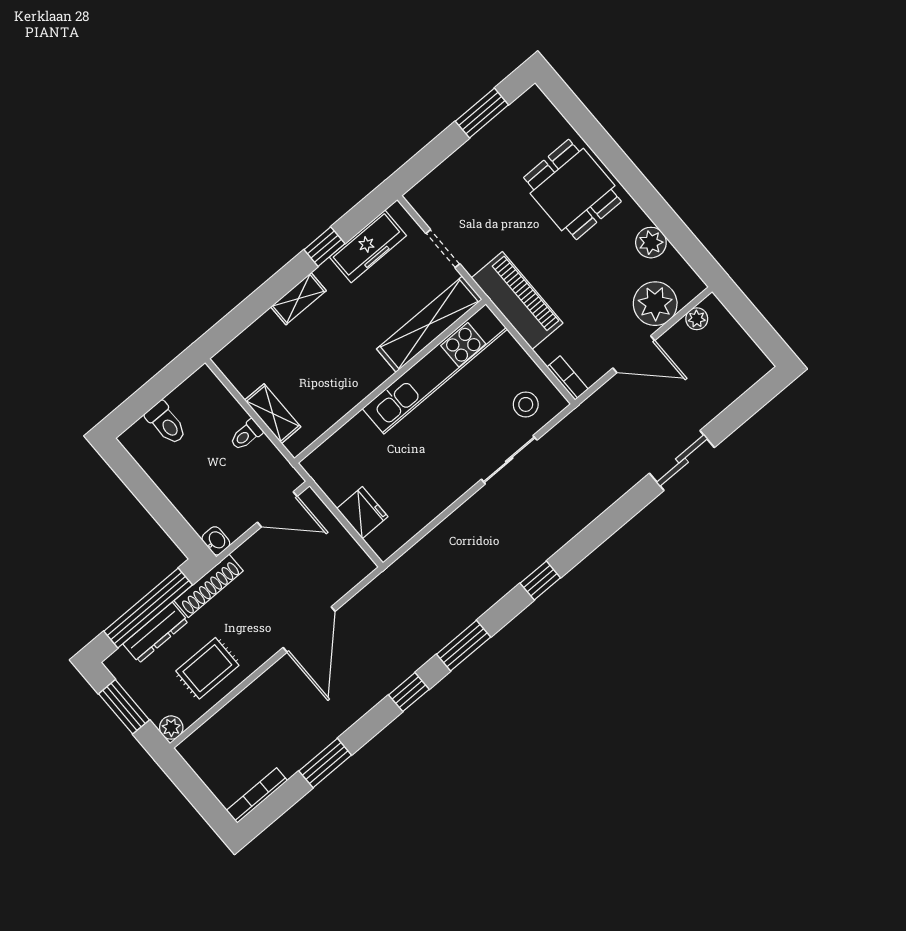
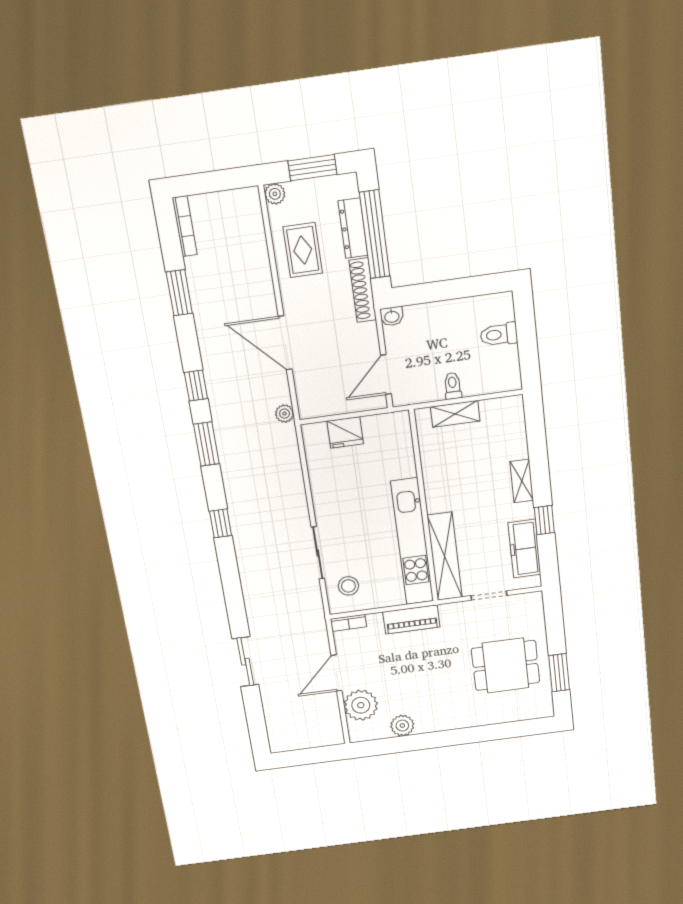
dining table: (572, 189) -> (506, 665), moved
piano: (517, 300) -> (411, 619), width x0.73, depth x0.75
plant: (697, 319) -> (285, 414), moved

